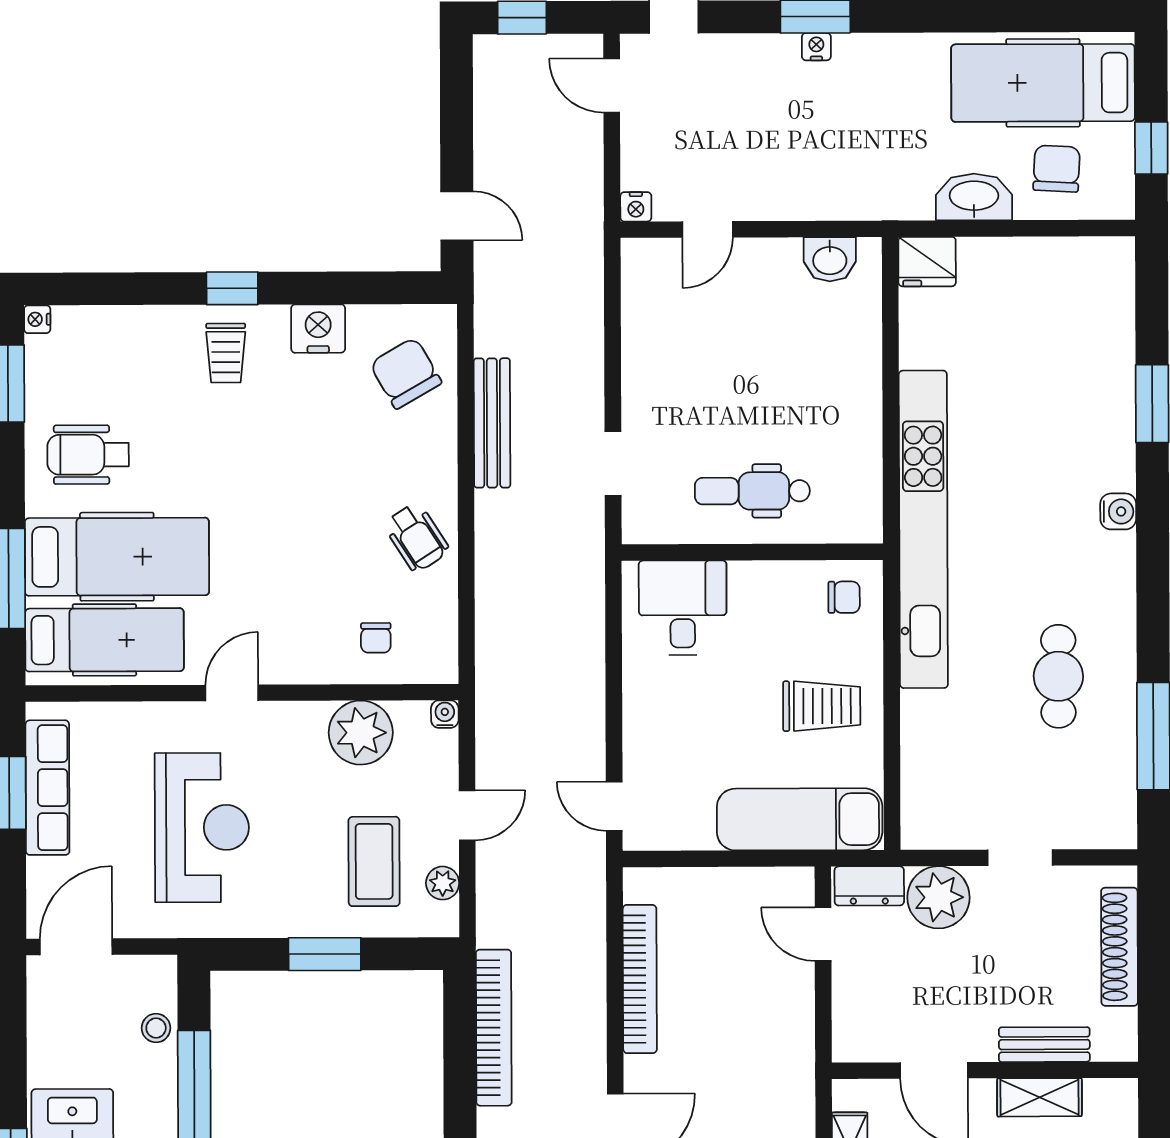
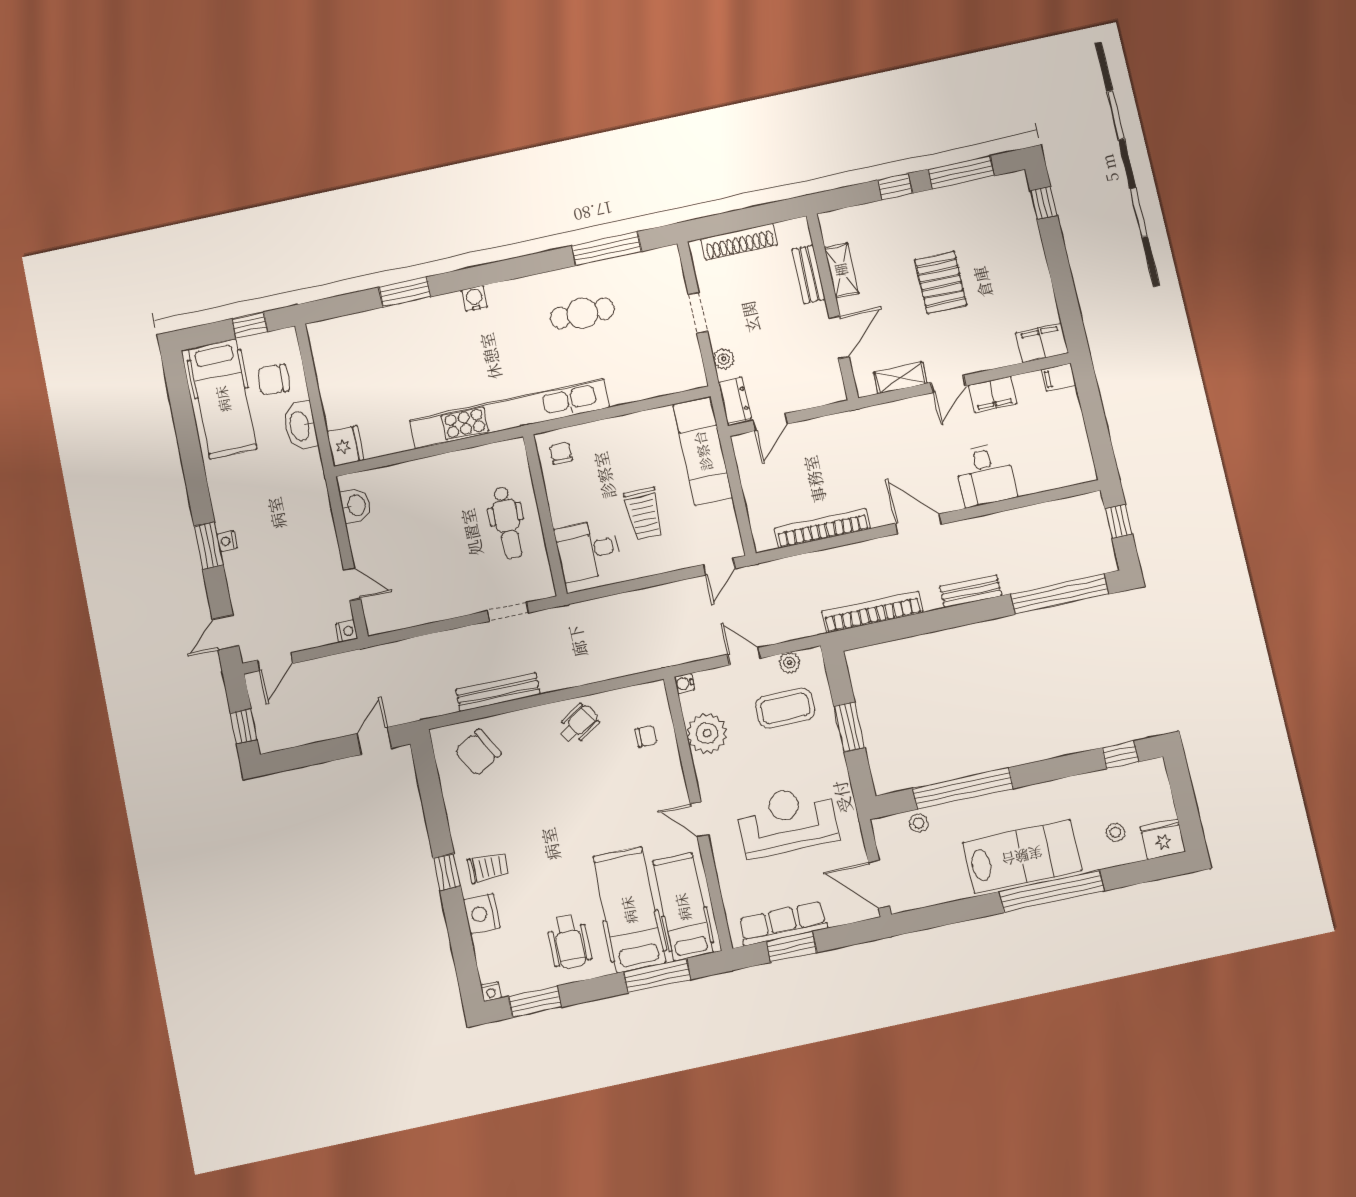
nightstand: (318, 329) -> (482, 914), moved
trolley: (822, 706) -> (644, 513), moved, turned 180
plant: (938, 897) -> (724, 359), width x0.53, depth x0.53

